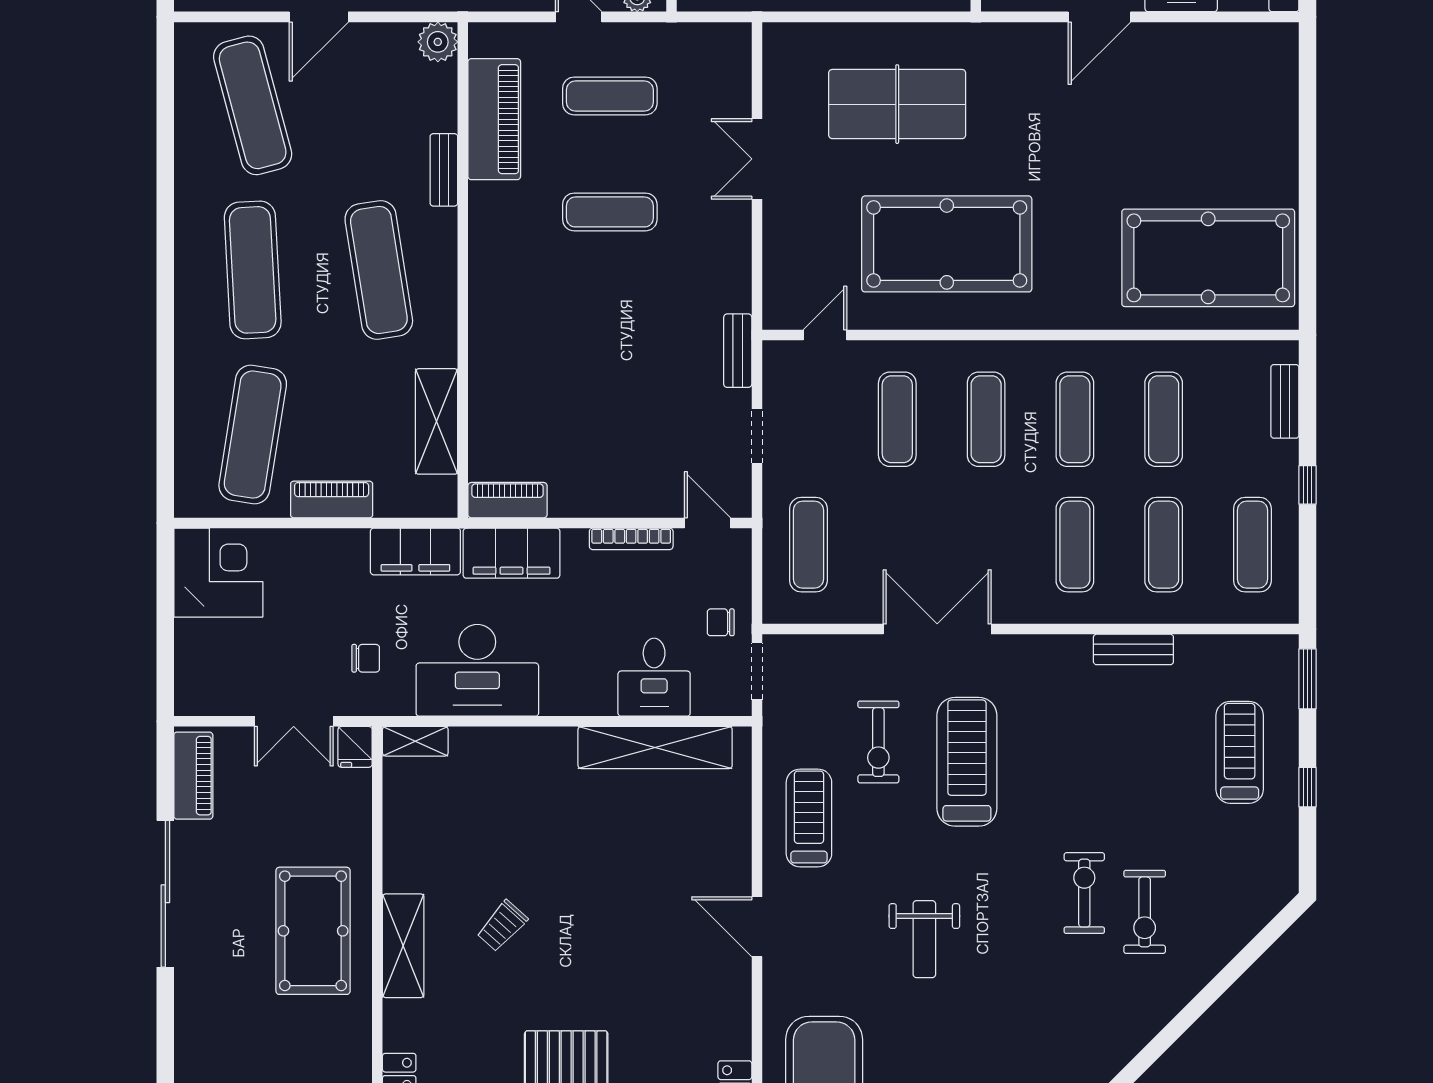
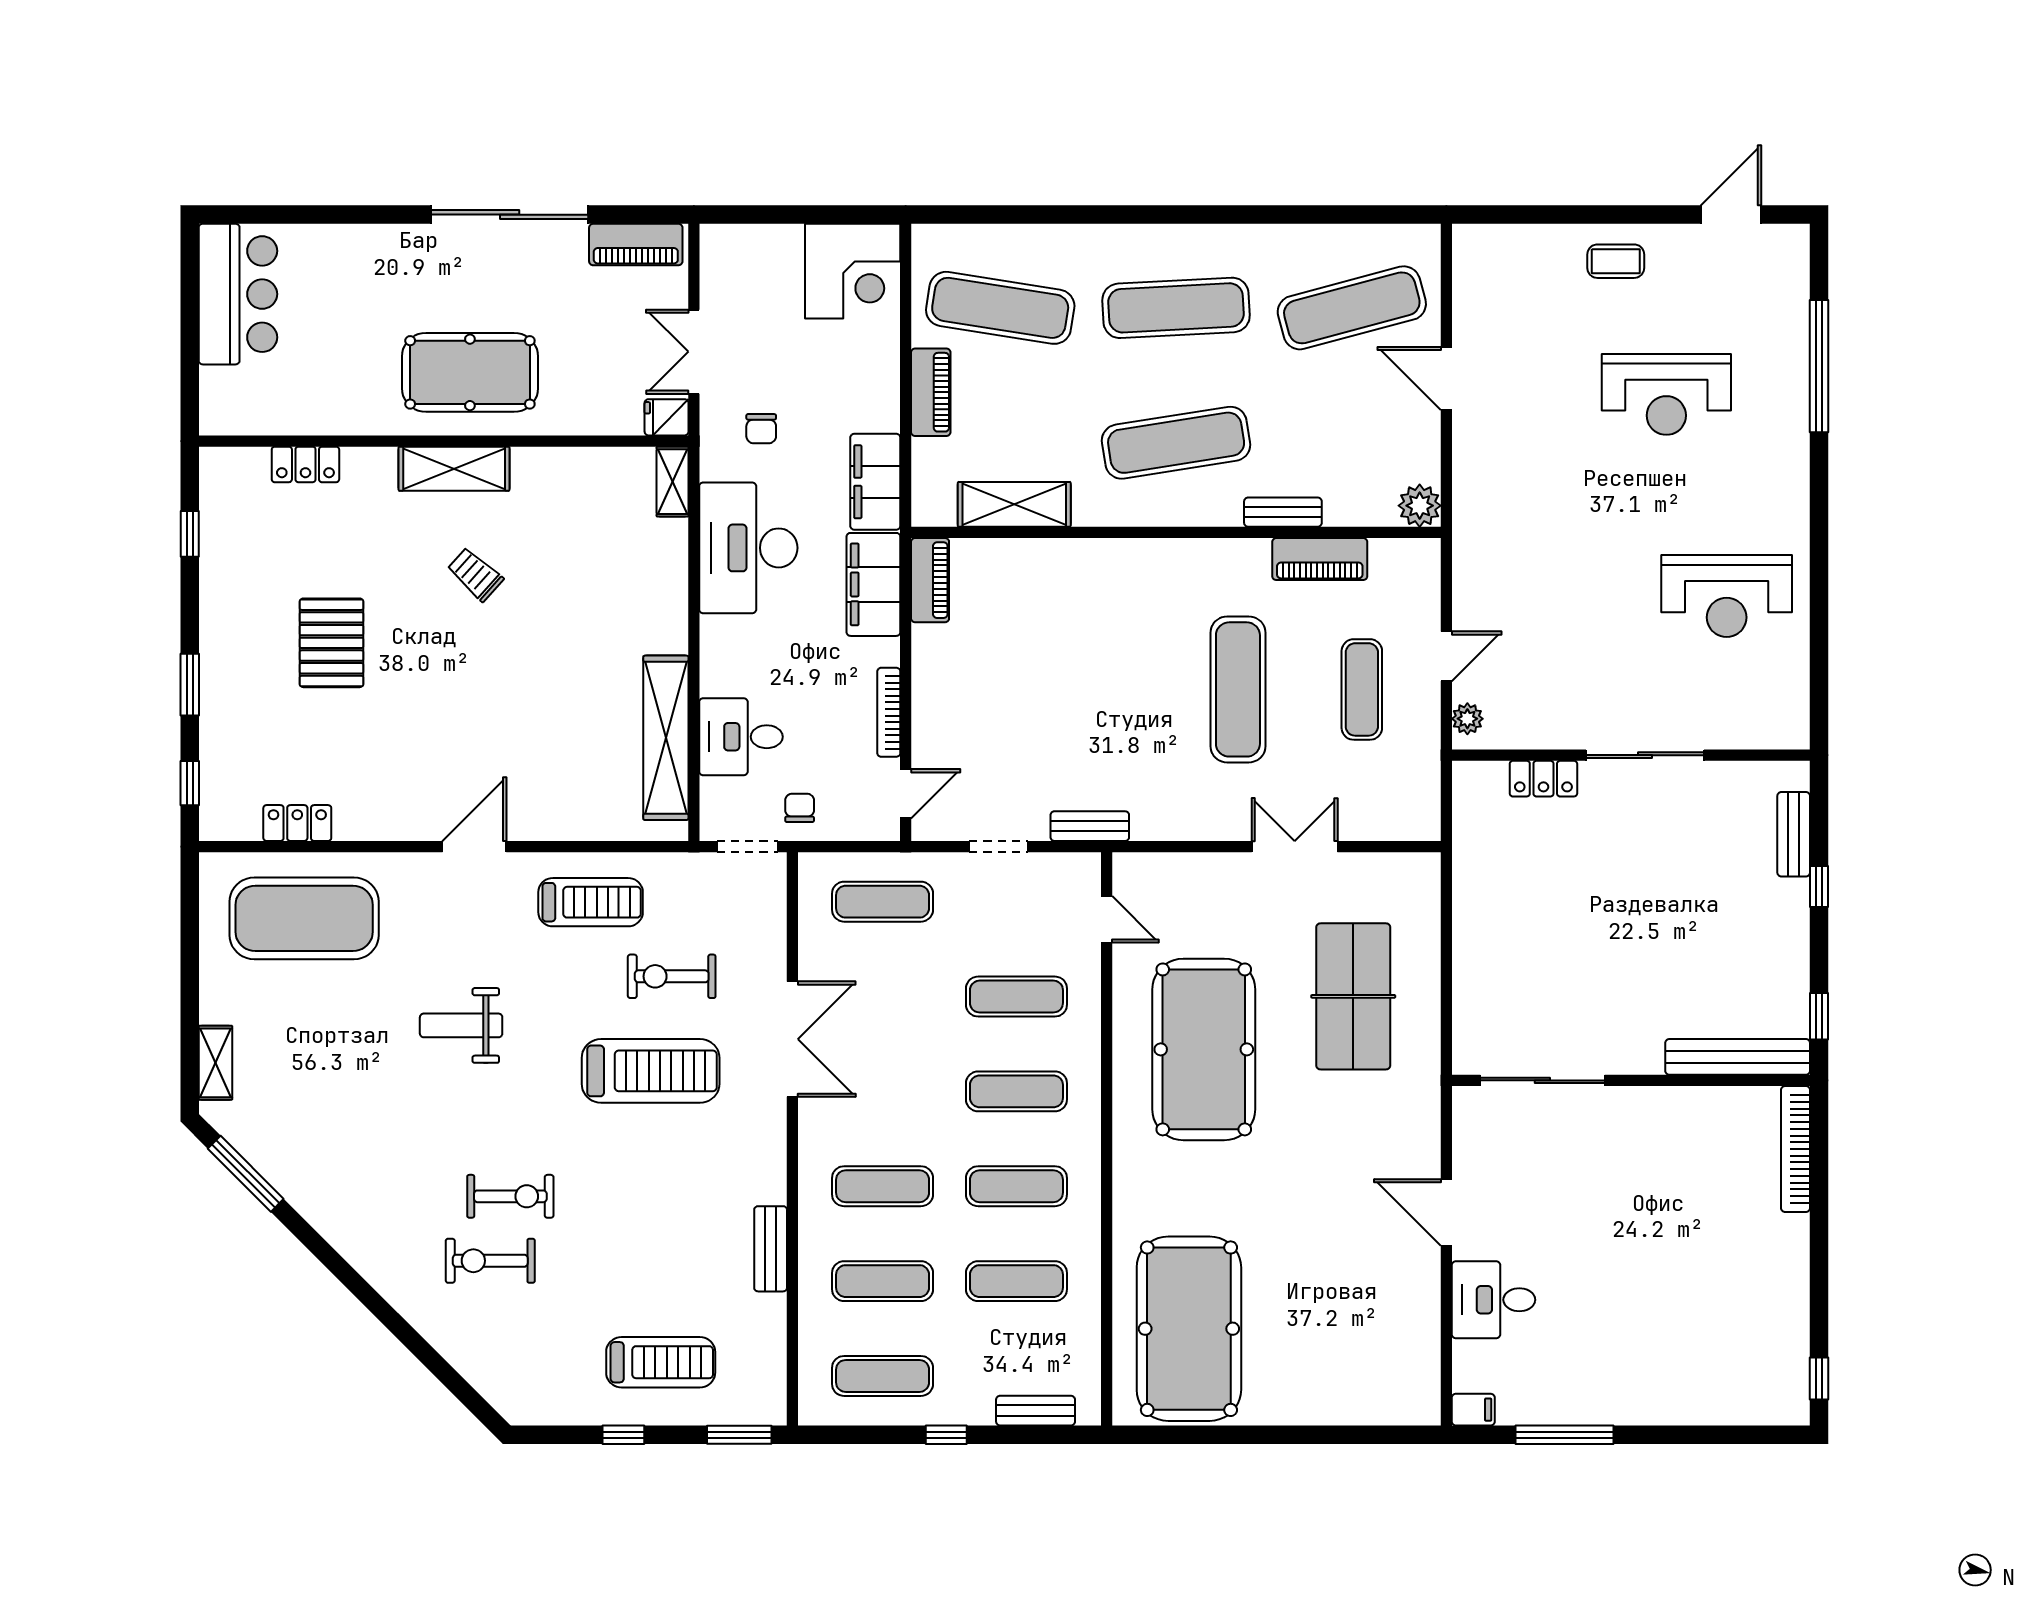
piano: (494, 119) -> (1320, 559), width x0.73, depth x0.75
exercise mat: (610, 212) -> (1238, 689), width x1.36, depth x1.45

